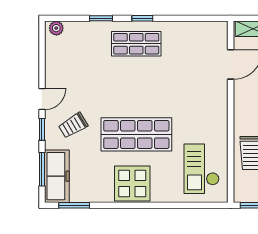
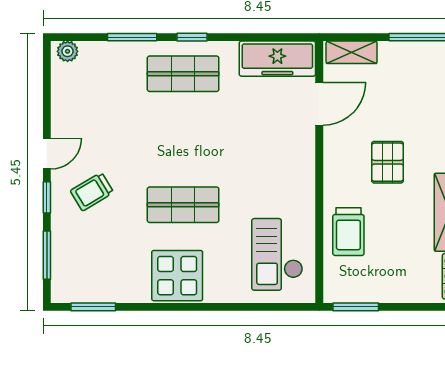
window: (101, 18) -> (132, 37), width x1.50
shop shelf: (136, 134) -> (183, 205), width x0.70, depth x0.74
freezer: (57, 176) -> (277, 59), moved, turned 90

